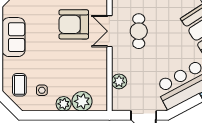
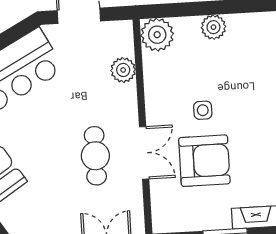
side table: (42, 90) -> (203, 110), moved
plant: (82, 101) -> (157, 35), moved

